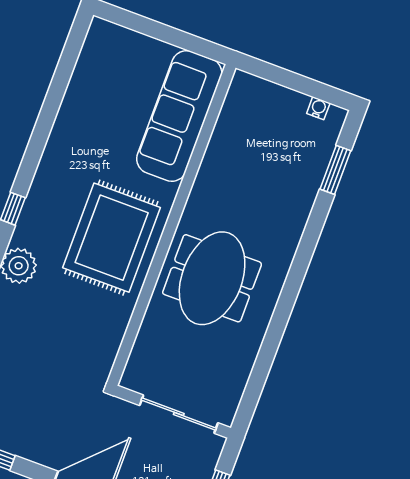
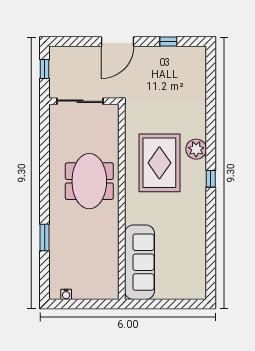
window: (335, 170) -> (45, 237), moved
rug: (112, 238) -> (159, 163), moved

